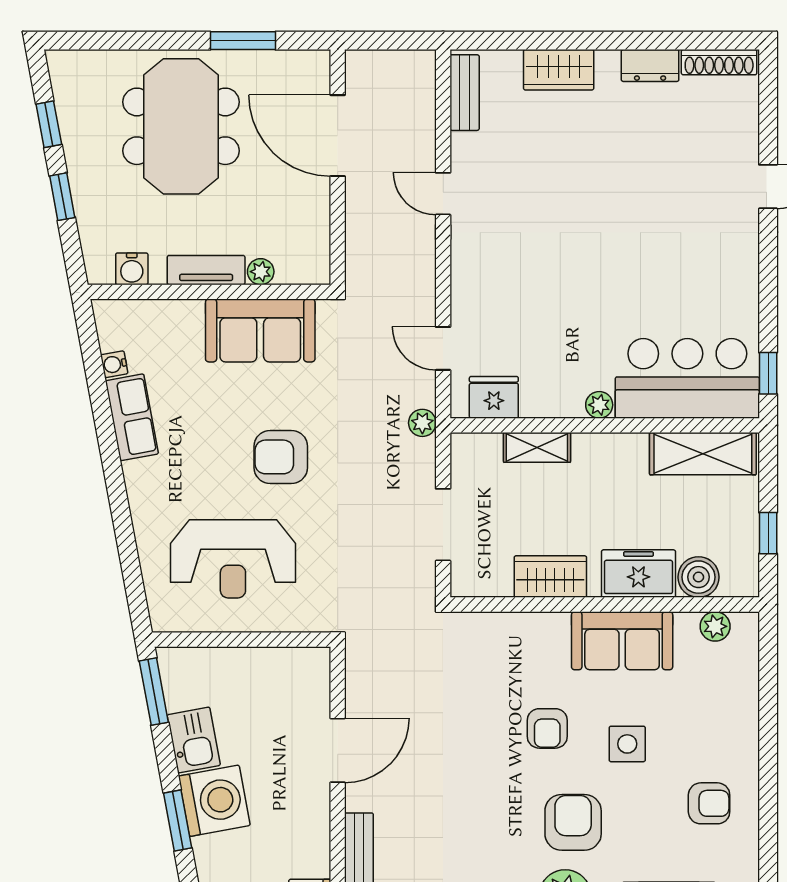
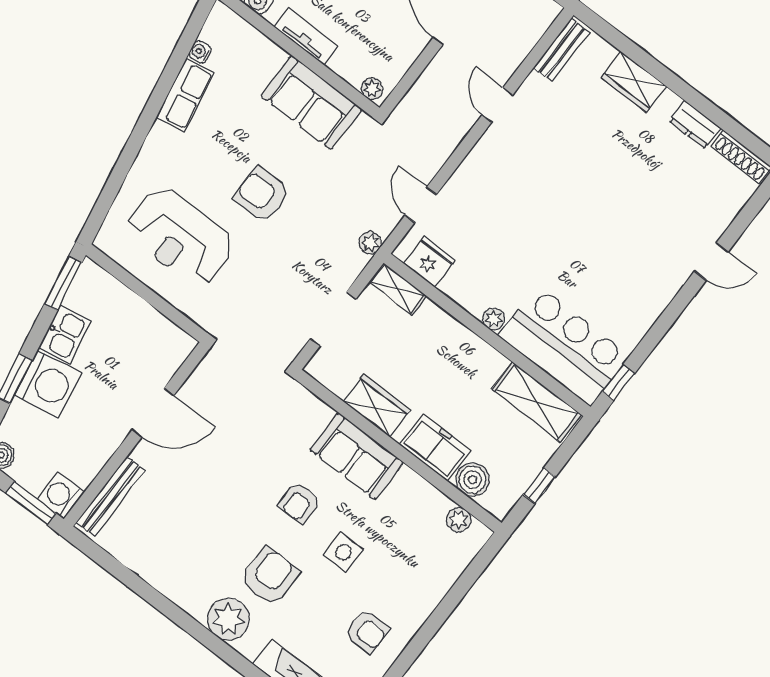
plant: (261, 272) -> (372, 89), moved
shelving: (537, 447) -> (398, 289), moved
sofa: (622, 641) -> (357, 456), moved

